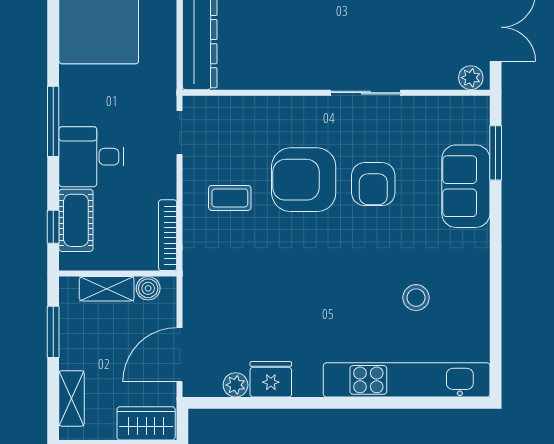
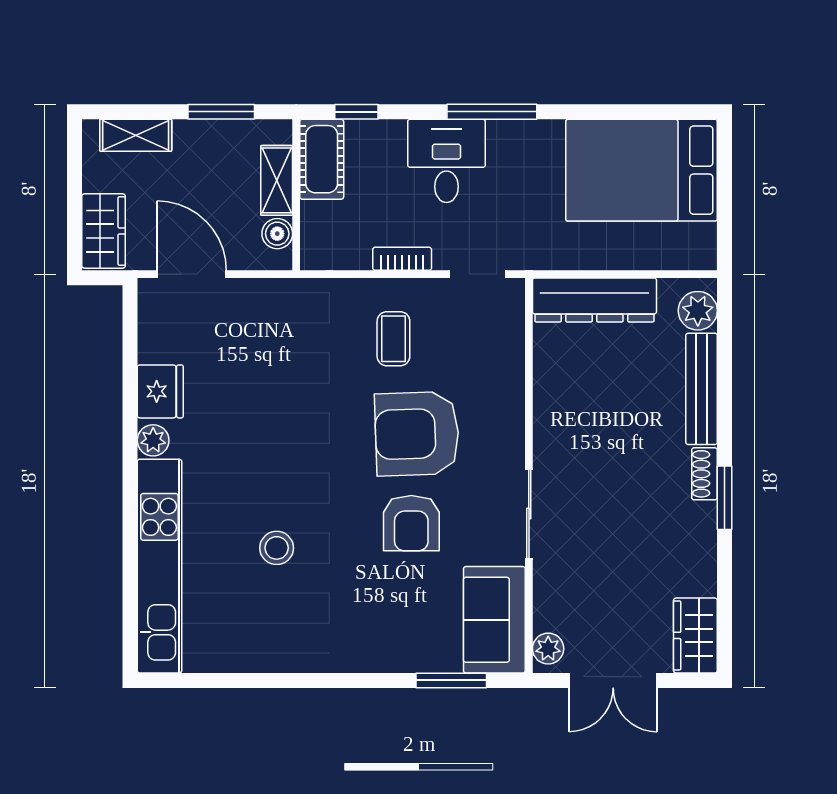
armchair: (304, 180) -> (417, 434), turned -92
armchair: (373, 184) -> (411, 523), turned -90
sofa: (466, 186) -> (494, 620), moved, turned -90
cot: (76, 220) -> (322, 159), moved, turned 90
bookcase: (168, 235) -> (402, 259), moved, width x0.64
stool: (416, 298) -> (277, 548), moved
plant: (236, 385) -> (153, 440), moved

